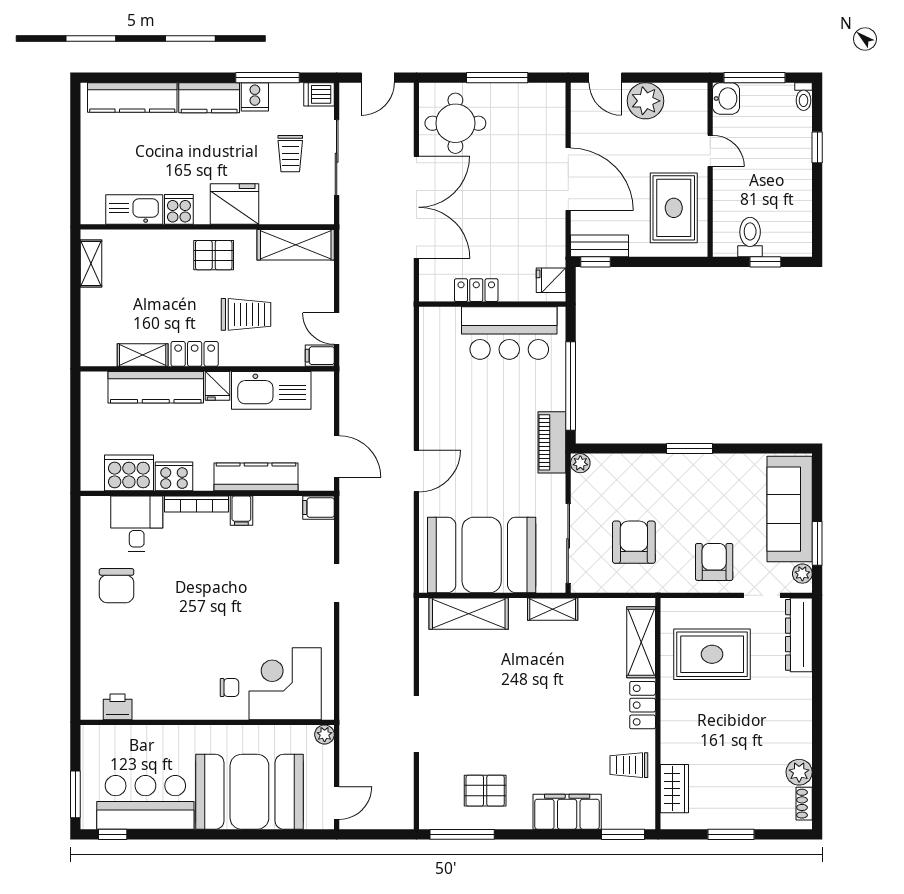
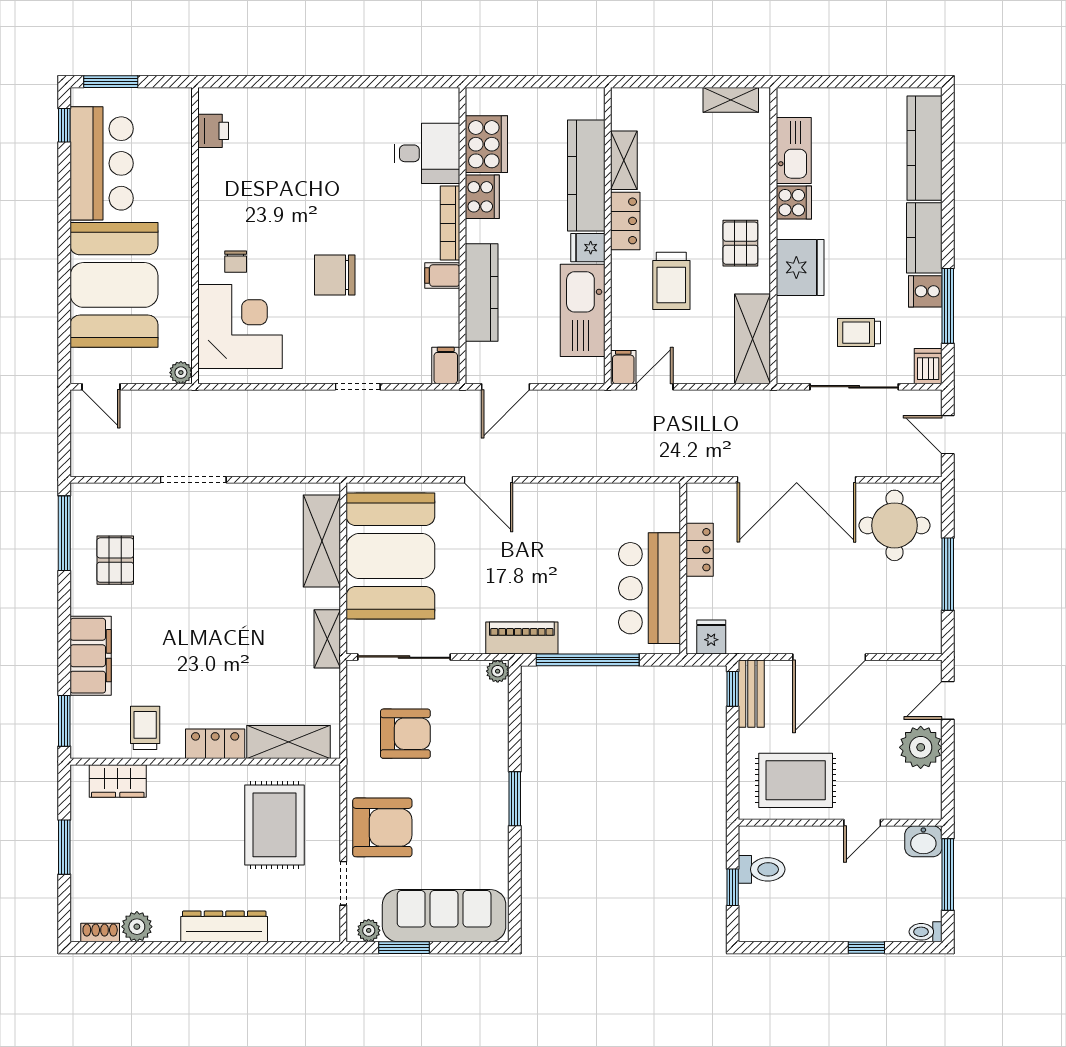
armchair: (714, 562) -> (382, 827), width x1.36, depth x1.36
chair: (116, 586) -> (335, 275), moved
dresser: (799, 635) -> (224, 926), moved

